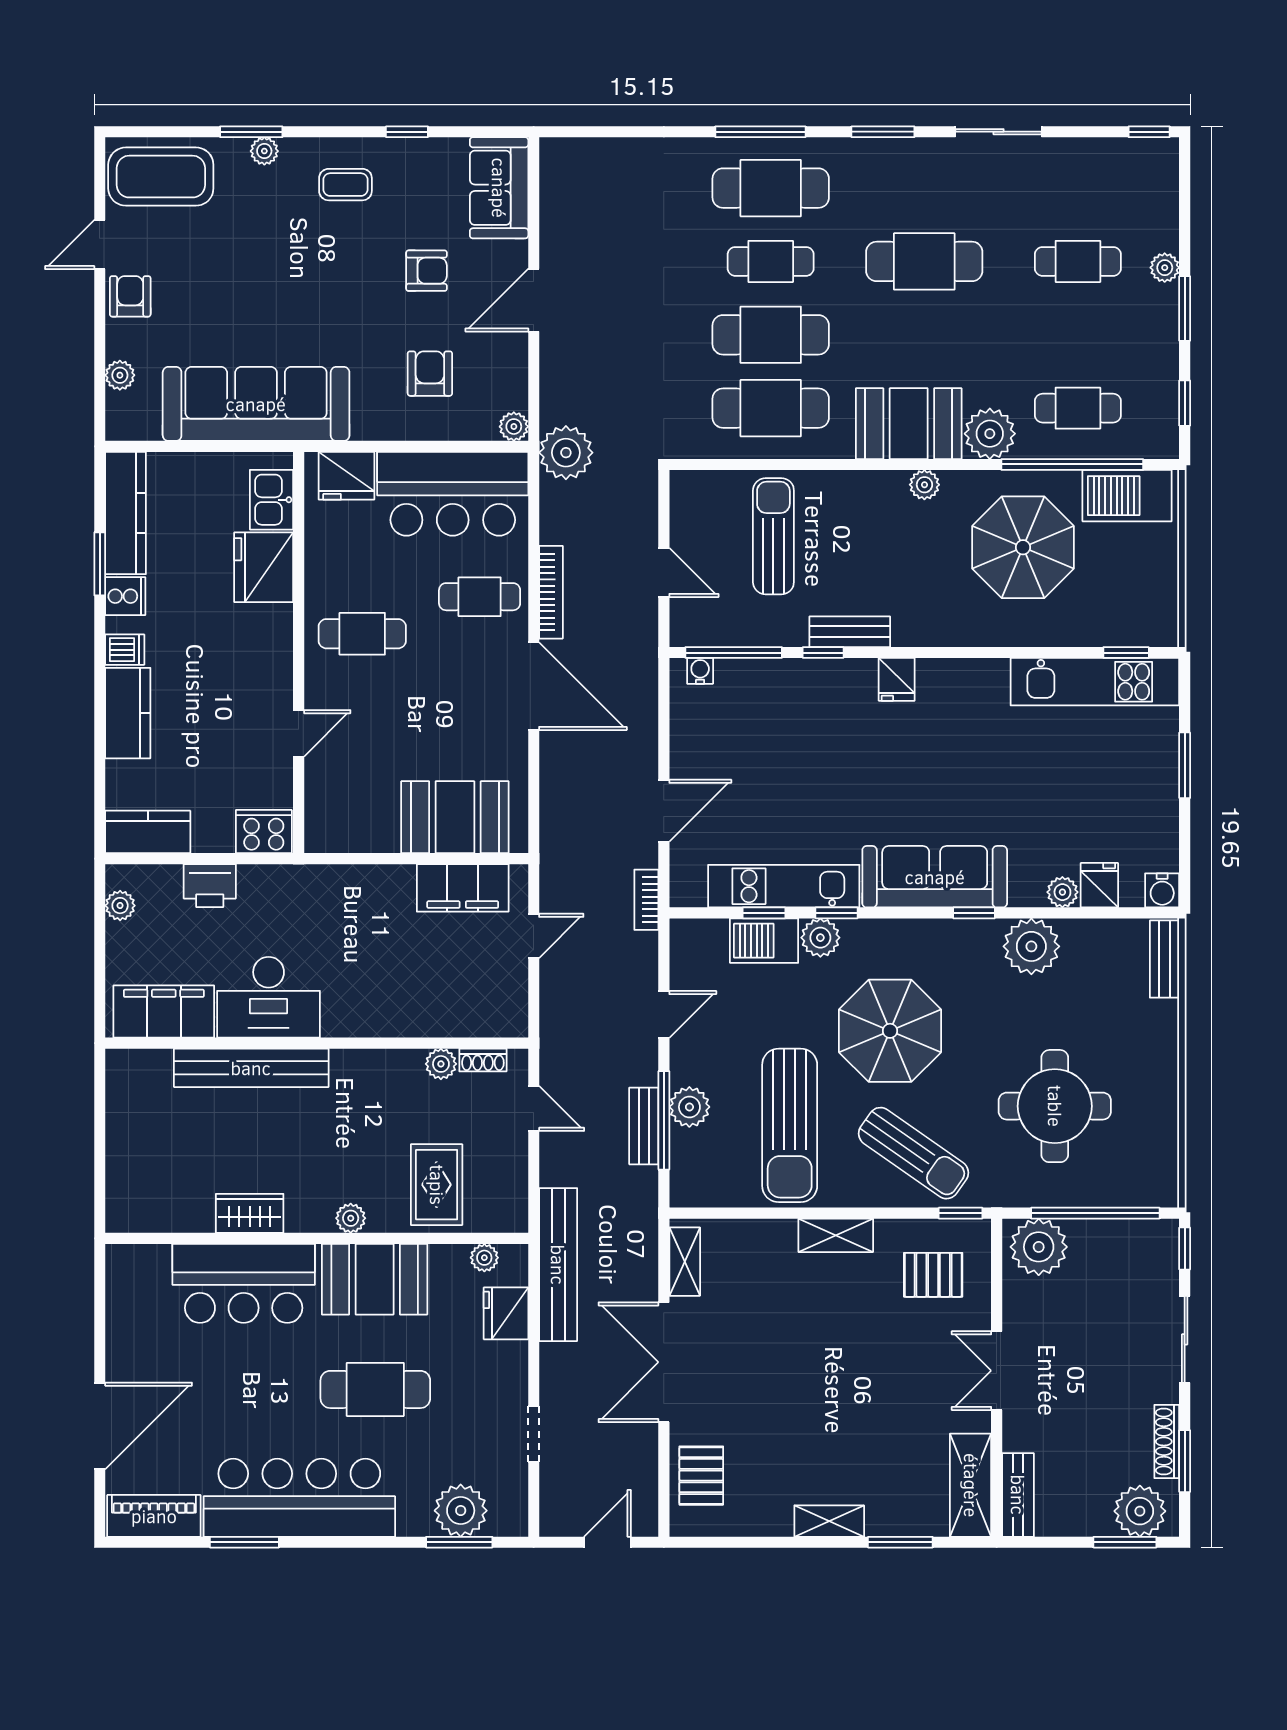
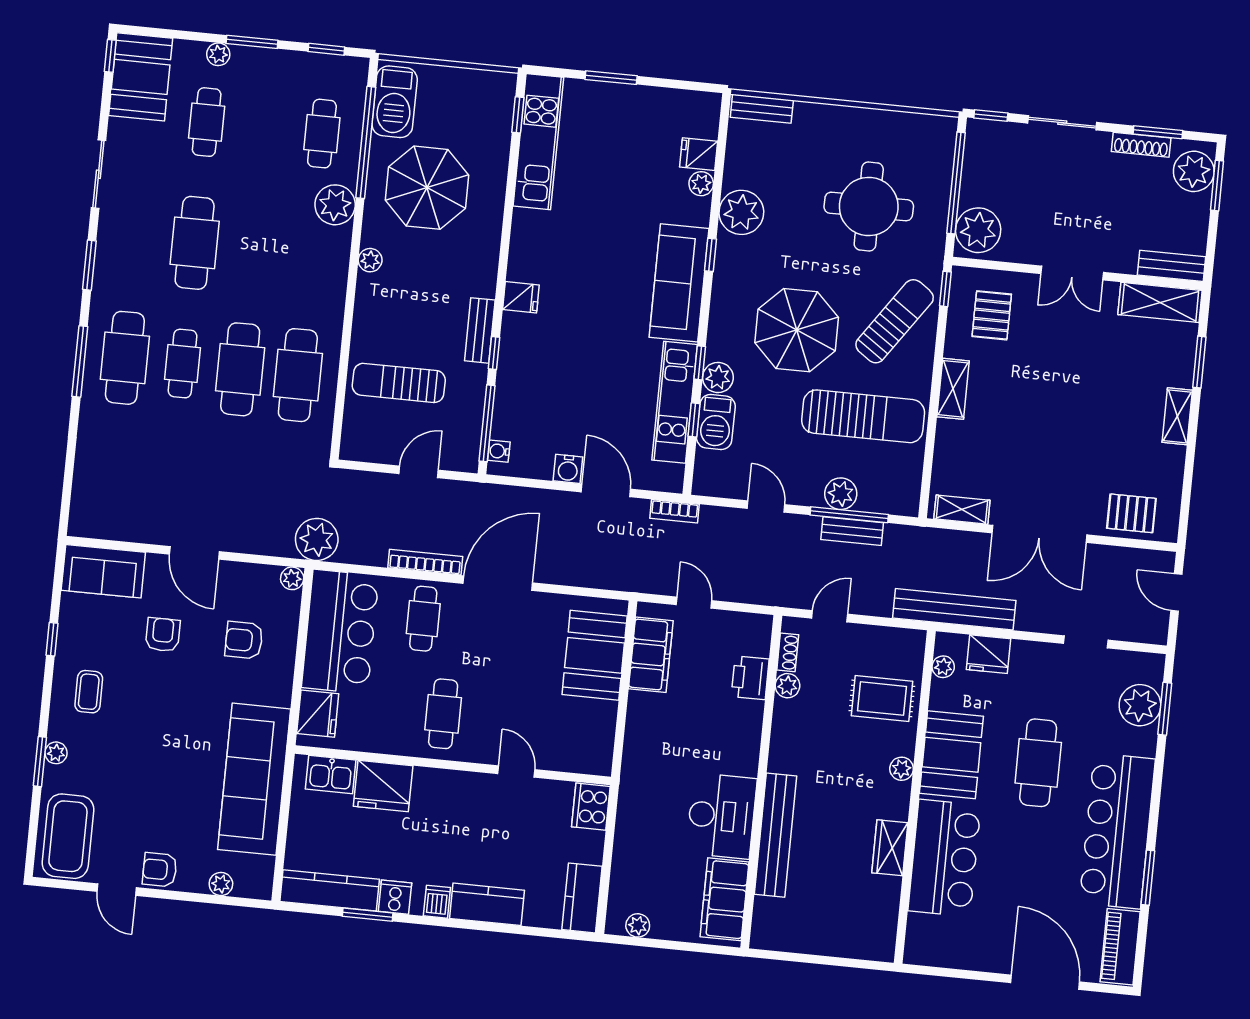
booth: (909, 424) -> (141, 77), moved
printer: (210, 886) -> (750, 678), moved, turned 180
water cooler: (1162, 890) -> (568, 469), moved, turned 90

